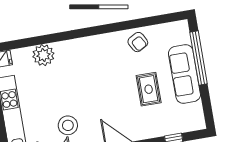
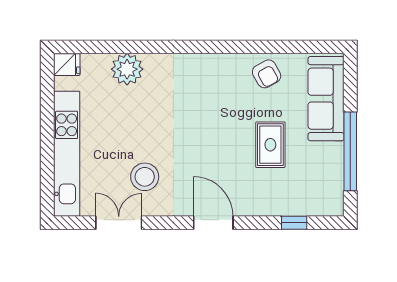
window: (199, 58) -> (350, 151), moved
sofa: (184, 74) -> (326, 99), moved

